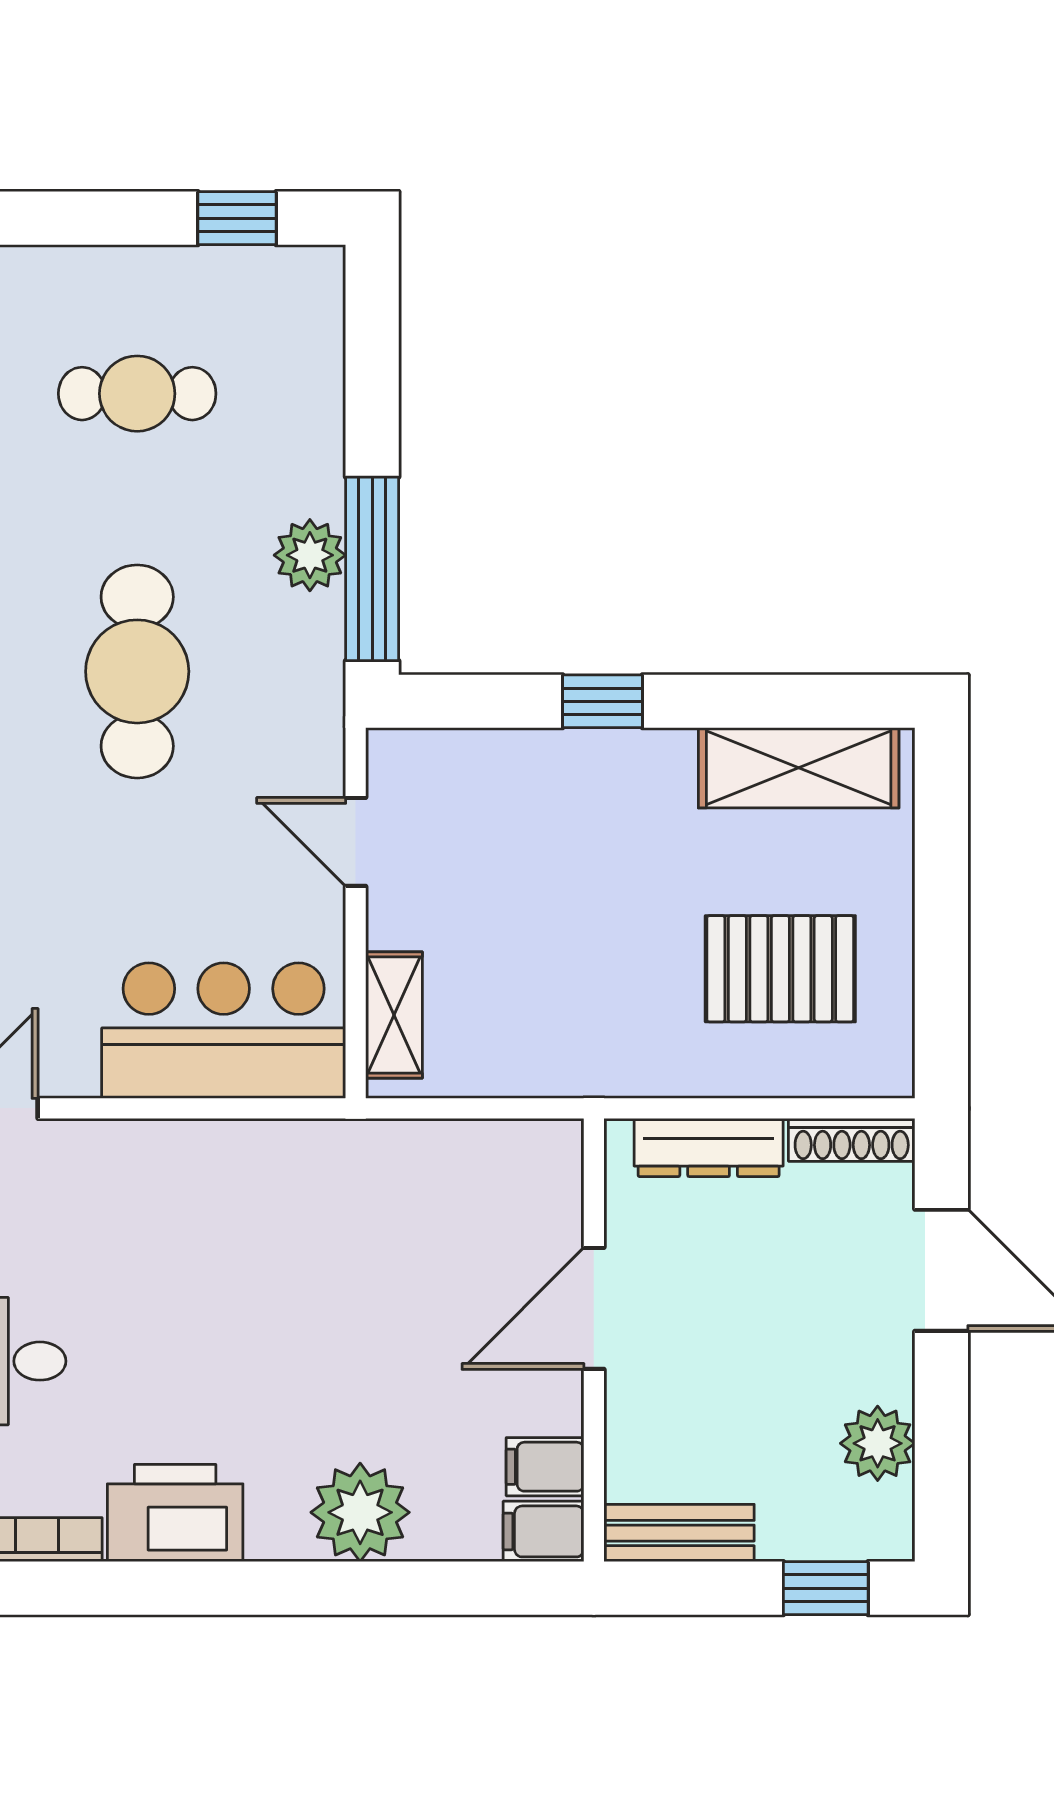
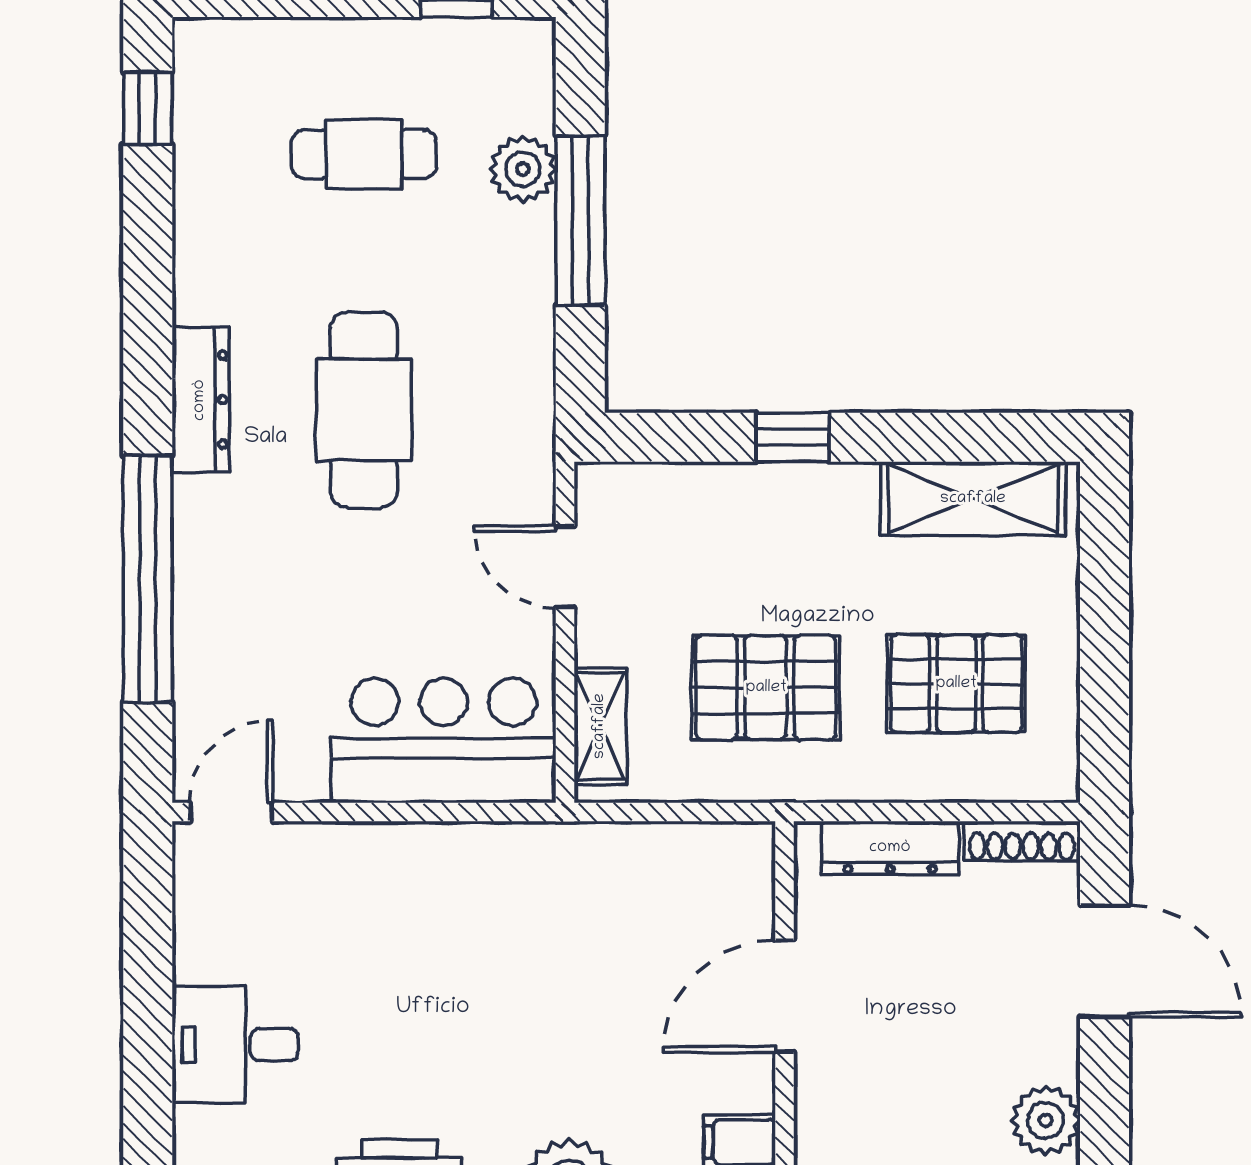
plant: (310, 555) -> (523, 169), moved
window: (372, 569) -> (580, 220), moved
pallet: (573, 973) -> (766, 688), added

